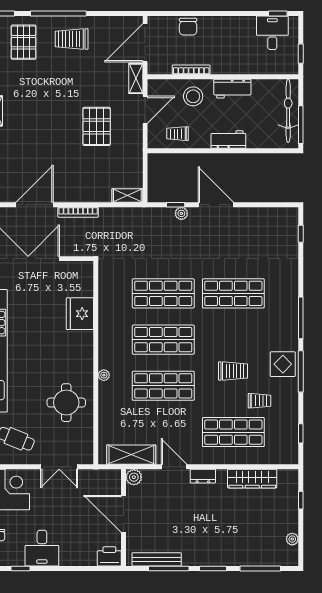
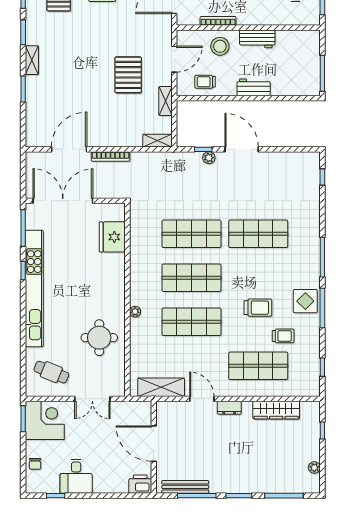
shelving: (136, 78) -> (165, 101), moved
bicycle: (288, 111) -> (310, 60), removed
fridge: (80, 314) -> (112, 237), moved
plant: (134, 477) -> (164, 409), removed

